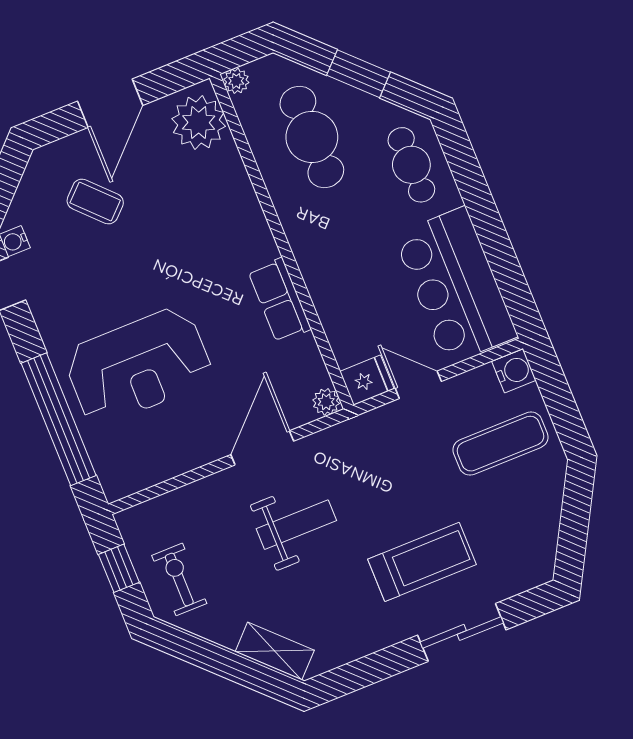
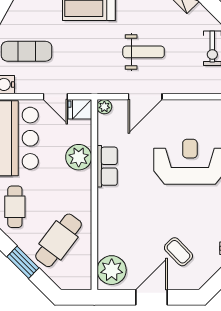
plant: (236, 81) -> (79, 157), moved, width x1.88, depth x1.88
cafe table: (312, 137) -> (59, 240), turned 37
weight bench: (296, 525) -> (144, 52), turned 180

